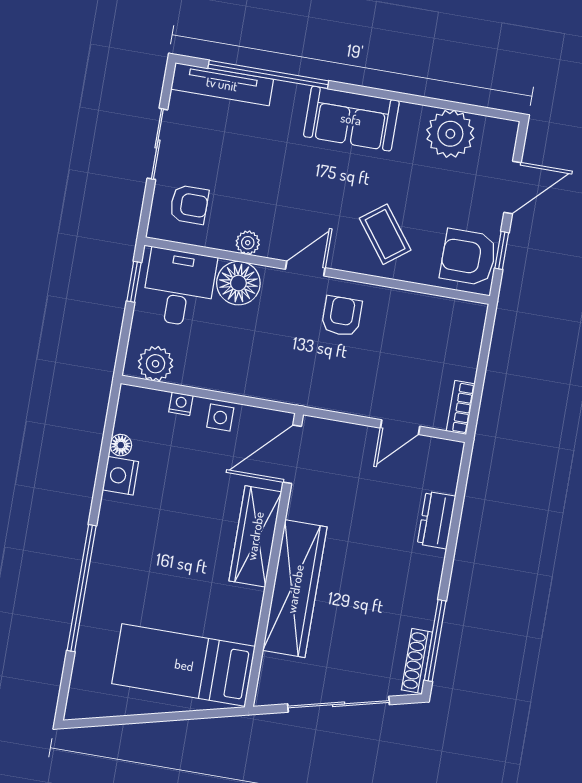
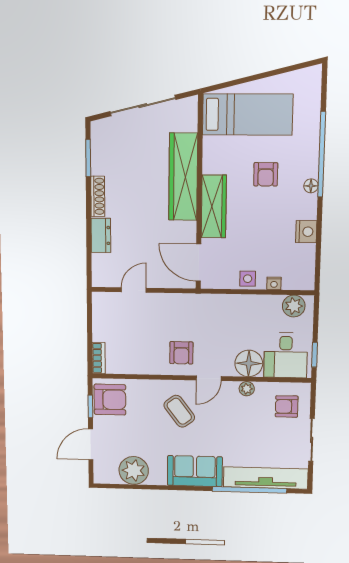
tv unit: (222, 84) -> (266, 478), width x1.36, depth x1.29
coffee table: (385, 234) -> (179, 411), moved
bookcase: (461, 408) -> (99, 358), moved
floor lamp: (121, 445) -> (311, 186), moved
door: (292, 454) -> (199, 263), swing flipped
armchair: (169, 572) -> (266, 174), added
window: (435, 641) -> (88, 158), width x0.69
shoe rack: (417, 661) -> (98, 196), moved

